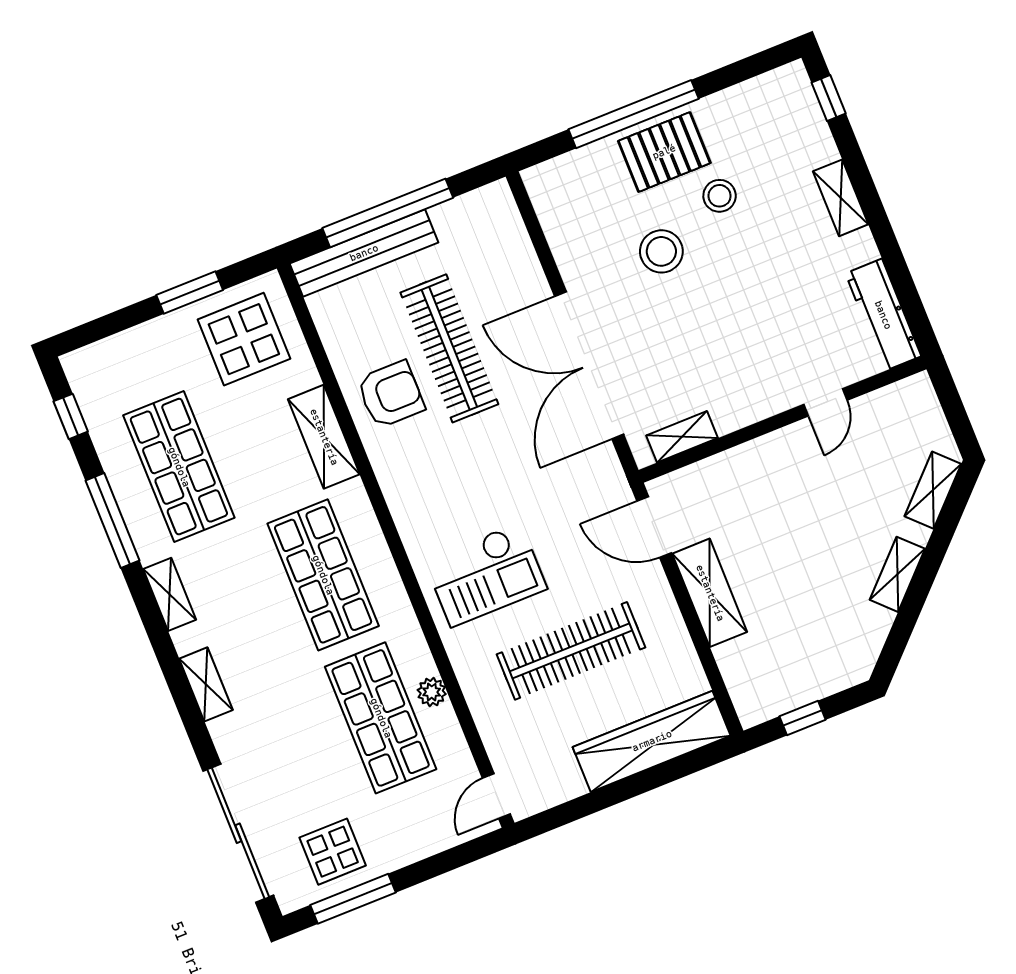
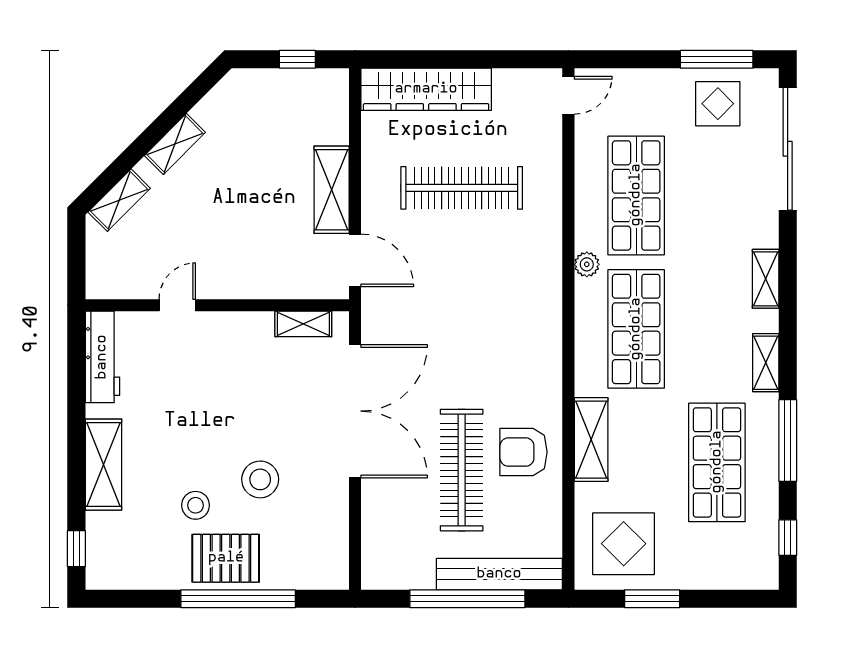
shelving: (841, 198) -> (103, 465), width x1.50, depth x1.33
checkout: (486, 575) -> (506, 277), removed
plant: (432, 692) -> (587, 264), moved

